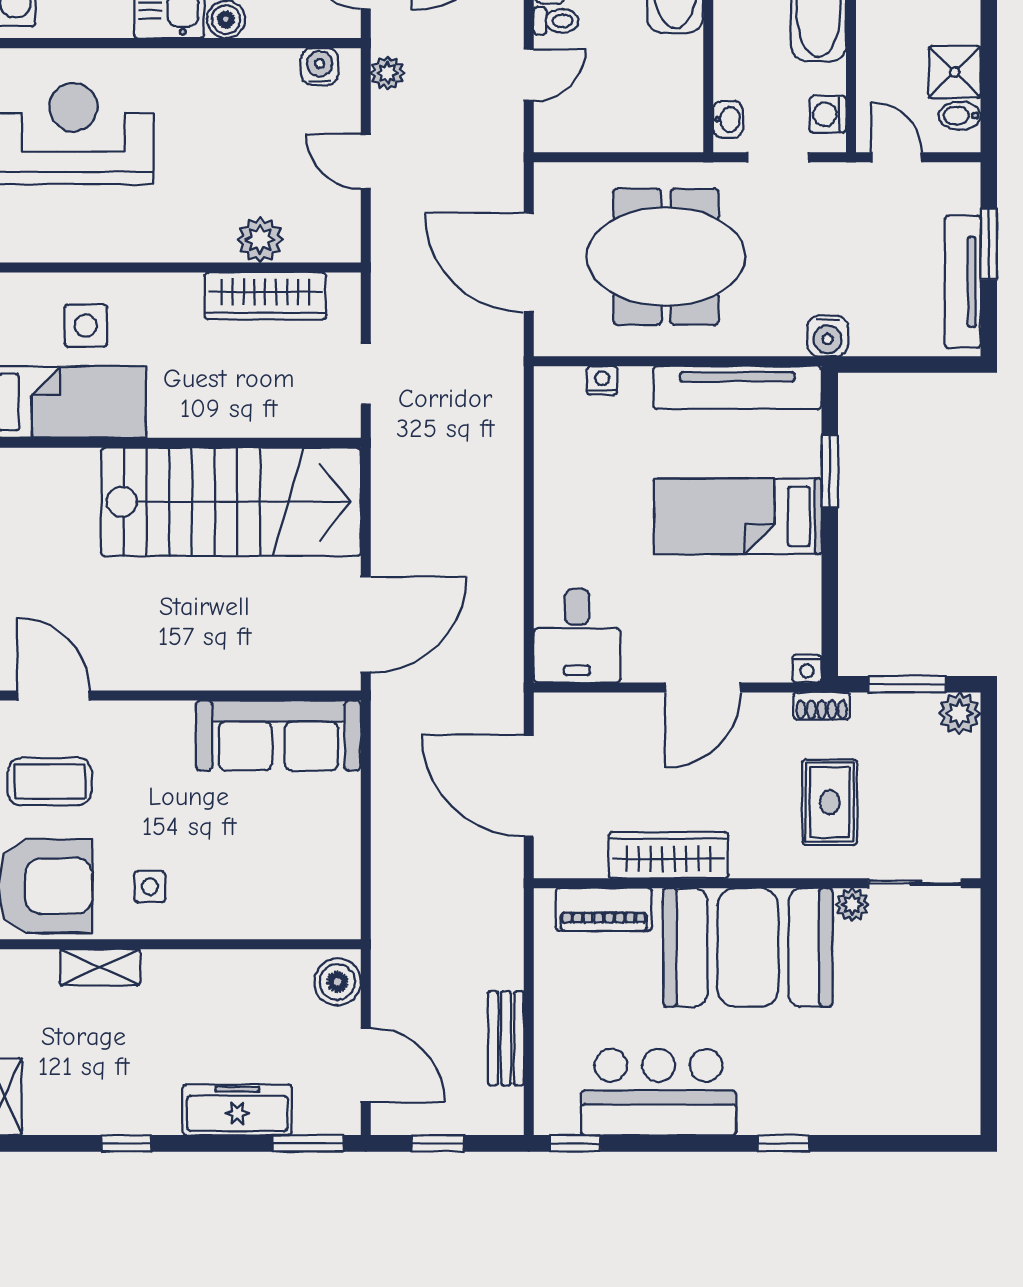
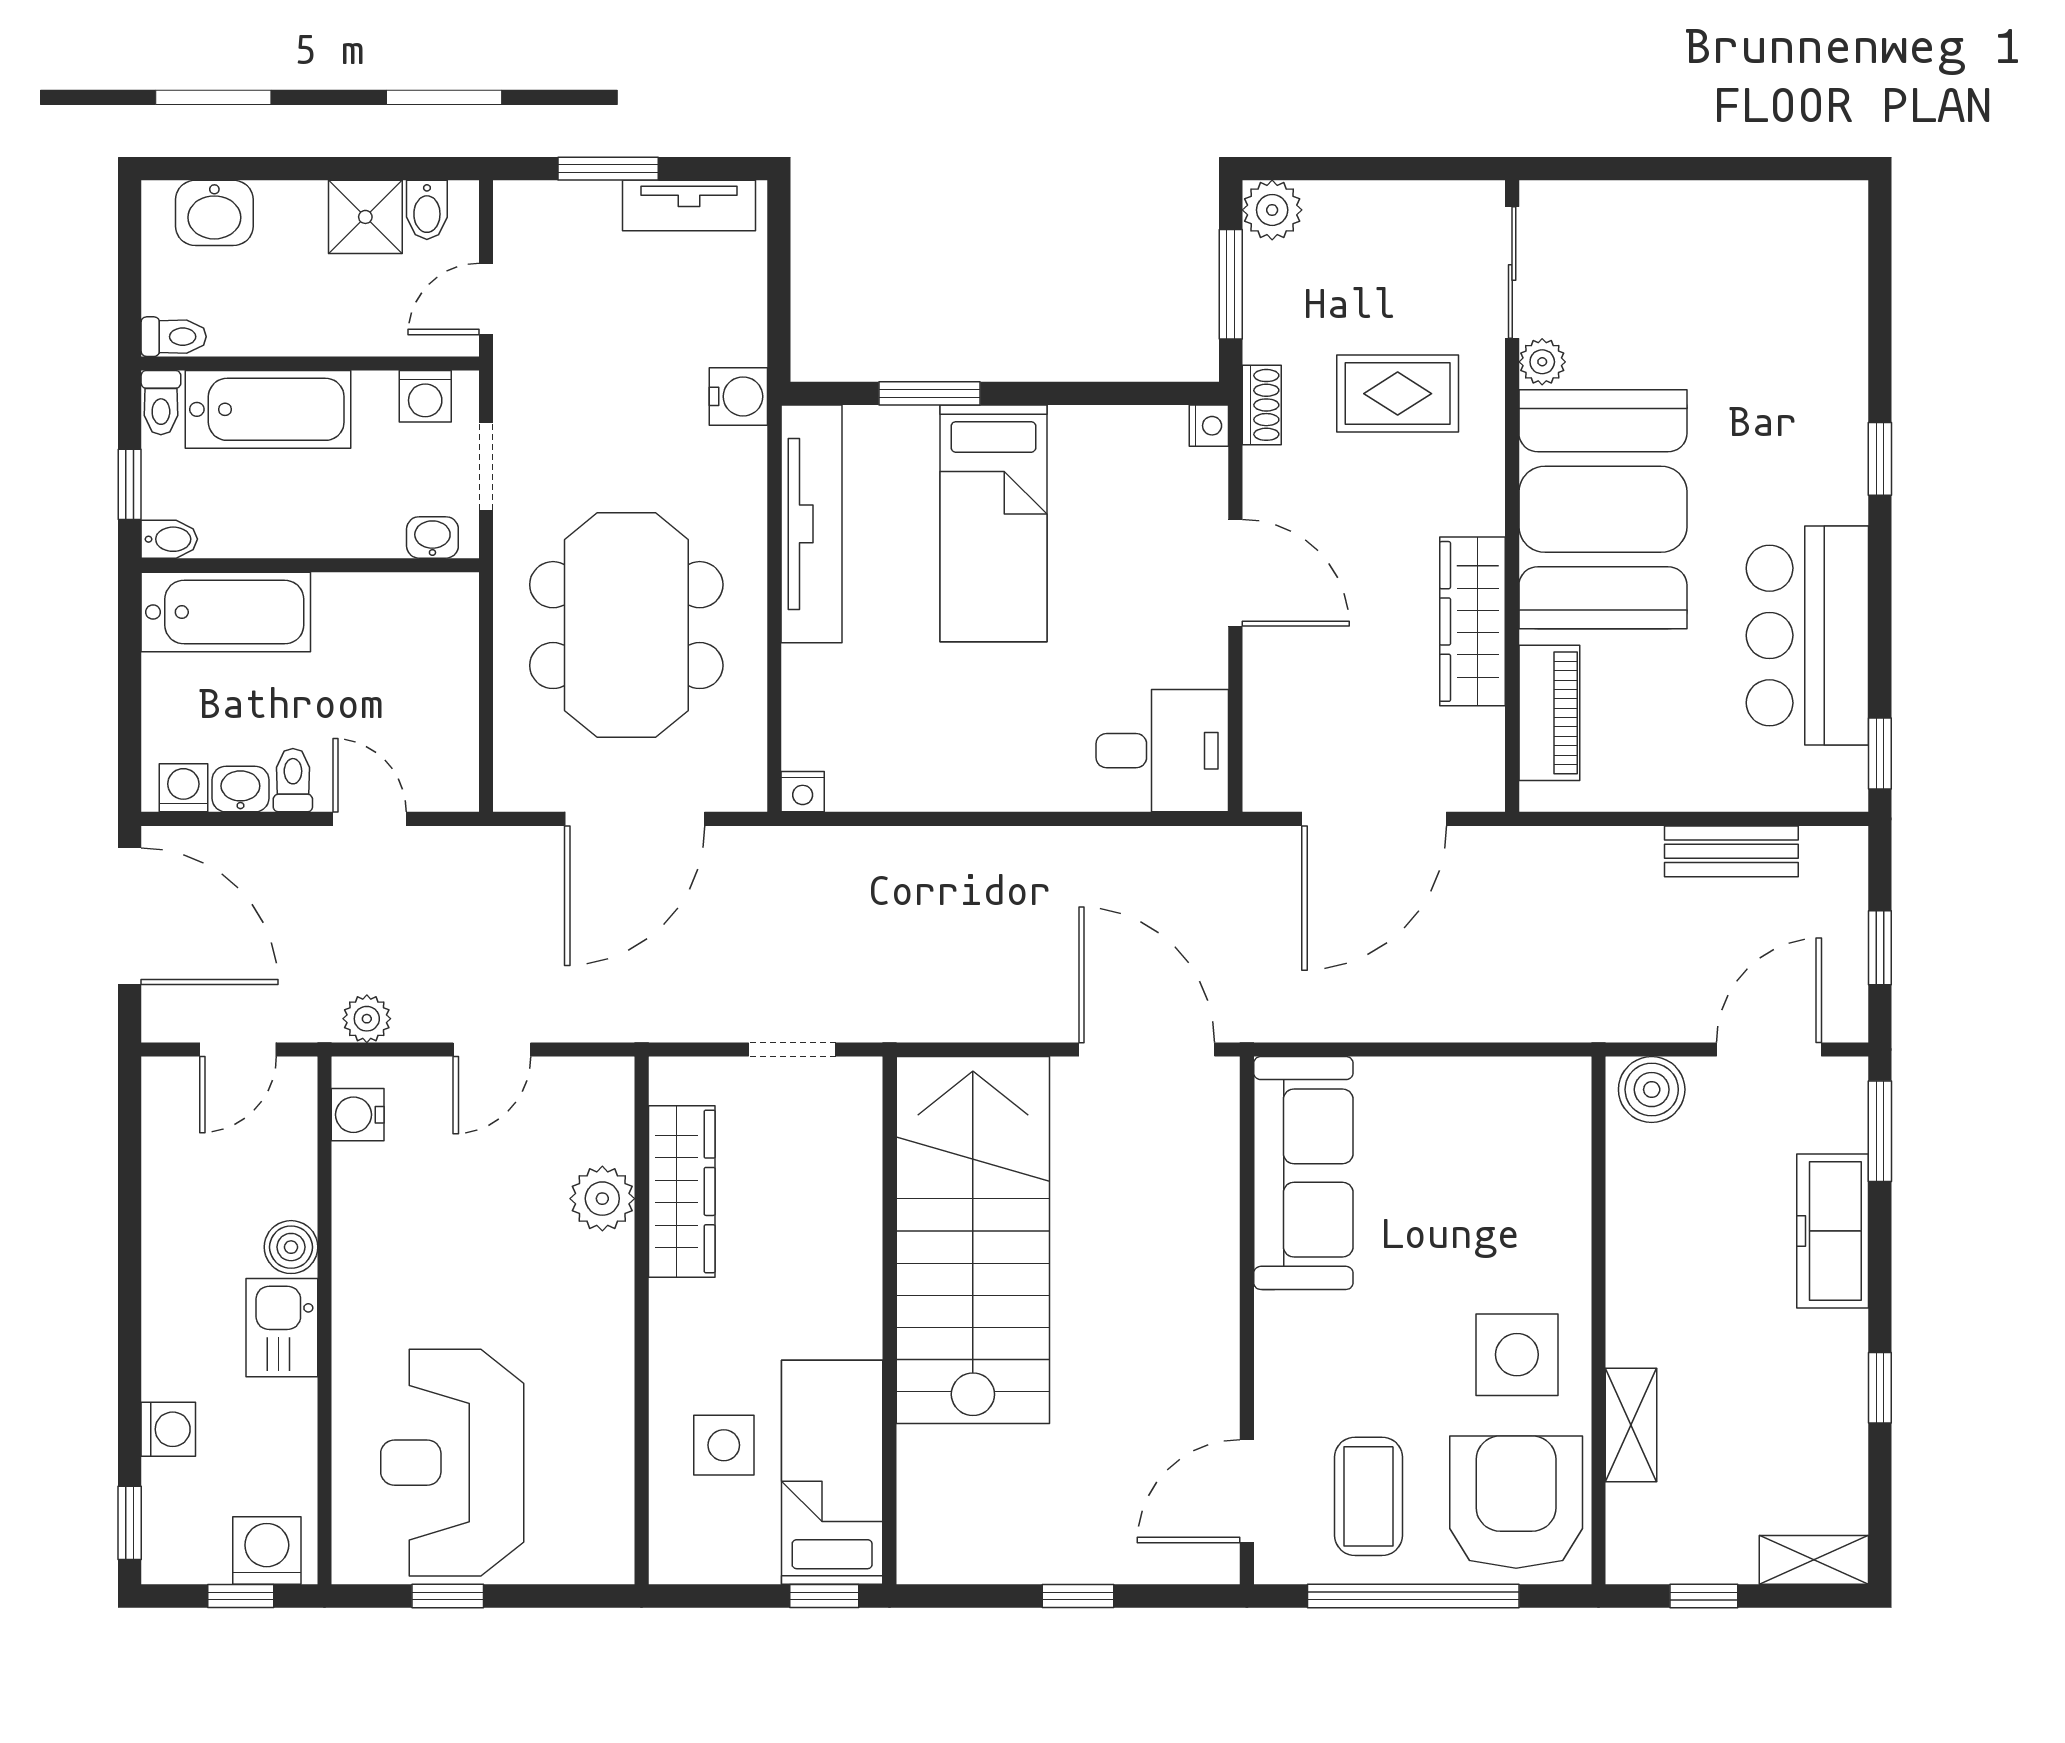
tv unit: (963, 282) -> (689, 206), width x0.71
nightstand: (602, 380) -> (803, 792), moved, turned -90
side table: (150, 887) -> (1517, 1355), width x1.87, depth x1.87

